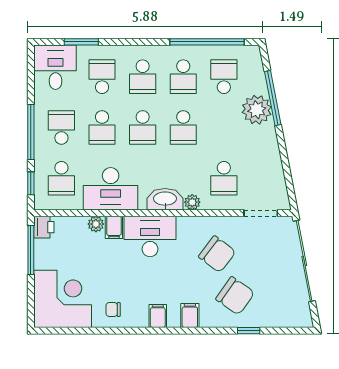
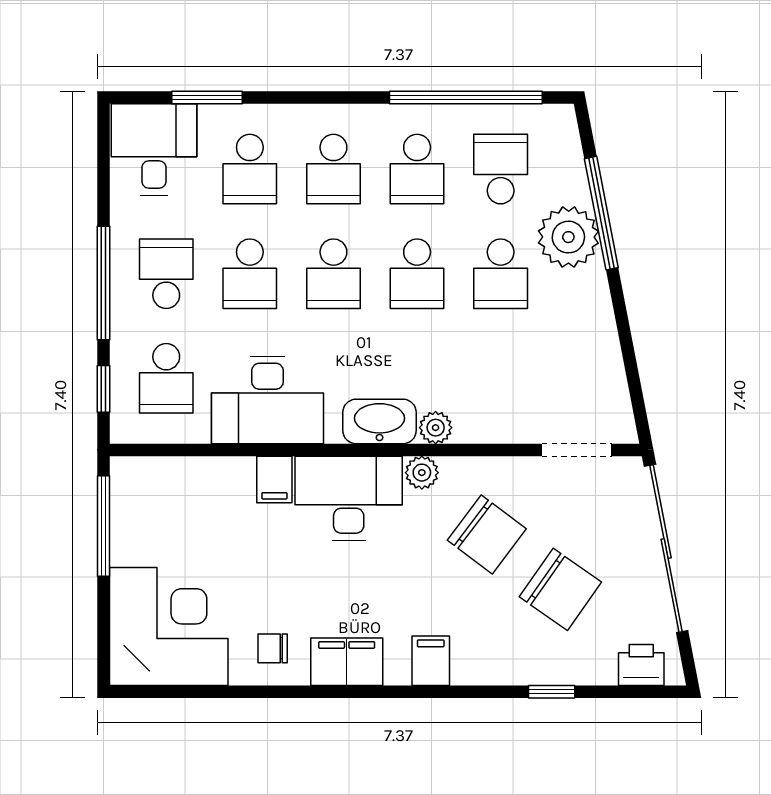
school desk: (102, 77) -> (250, 169), turned 180
school desk: (224, 178) -> (501, 274), moved
plant: (96, 224) -> (422, 473), moved
printer: (44, 227) -> (641, 665), moved, turned -90
chair: (235, 296) -> (560, 589), moved
filing cabinet: (158, 316) -> (347, 662), width x2.00

